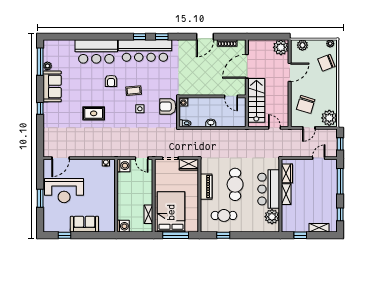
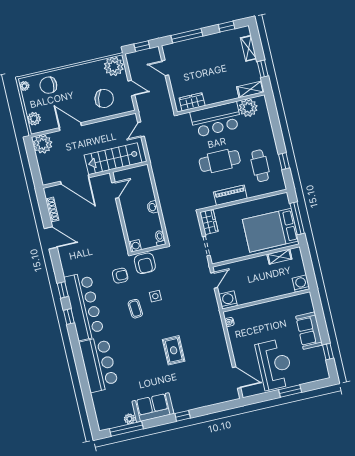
chair: (326, 63) -> (48, 85), turned 111
armchair: (111, 81) -> (120, 276), moved
shelving: (286, 194) -> (250, 89), moved

